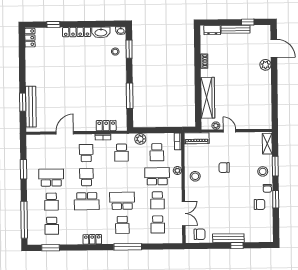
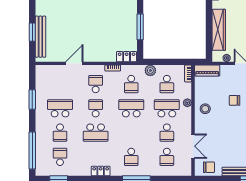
locker: (106, 126) -> (127, 57), moved
school desk: (122, 201) -> (131, 108), moved
school desk: (52, 226) -> (60, 157), turned 180

